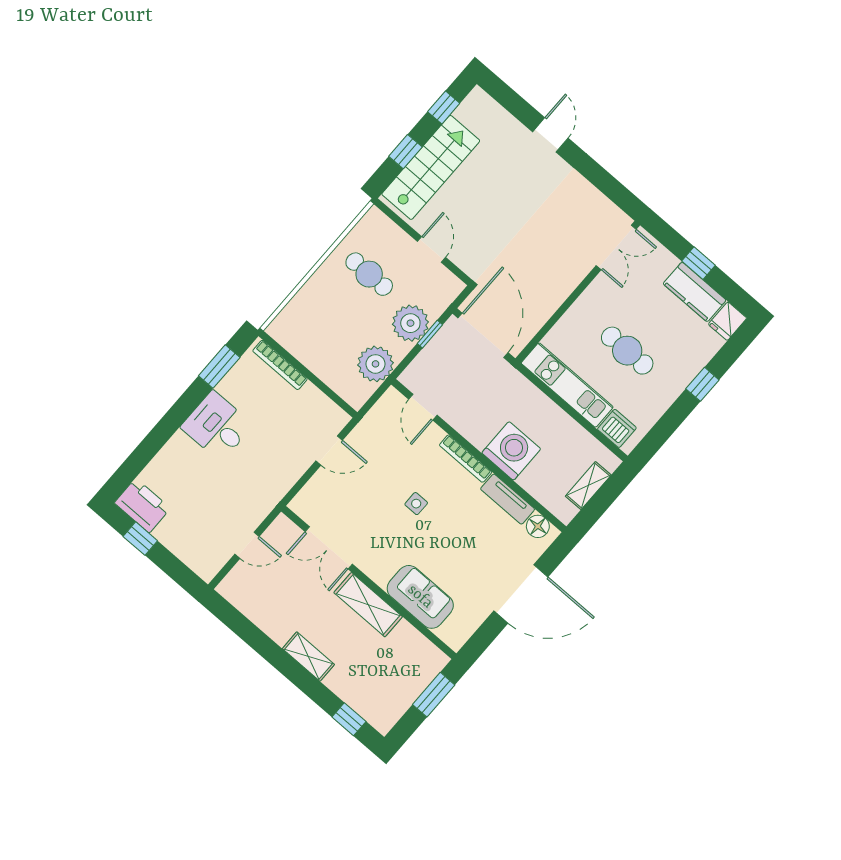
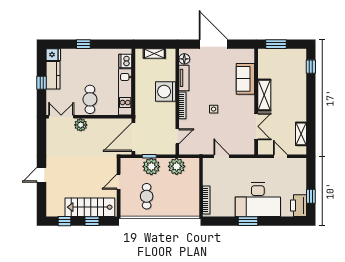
plant: (576, 268) -> (81, 125), added
cafe table: (627, 351) -> (90, 99), moved
window: (219, 367) -> (248, 221), moved
desk: (217, 426) -> (258, 200), width x1.87, depth x1.30
shelving: (308, 657) -> (301, 134), moved

